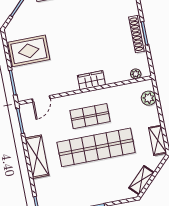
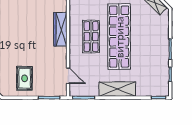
rug: (29, 51) -> (25, 78), width x0.73, depth x0.70
wardrobe: (91, 80) -> (60, 29), width x1.50

